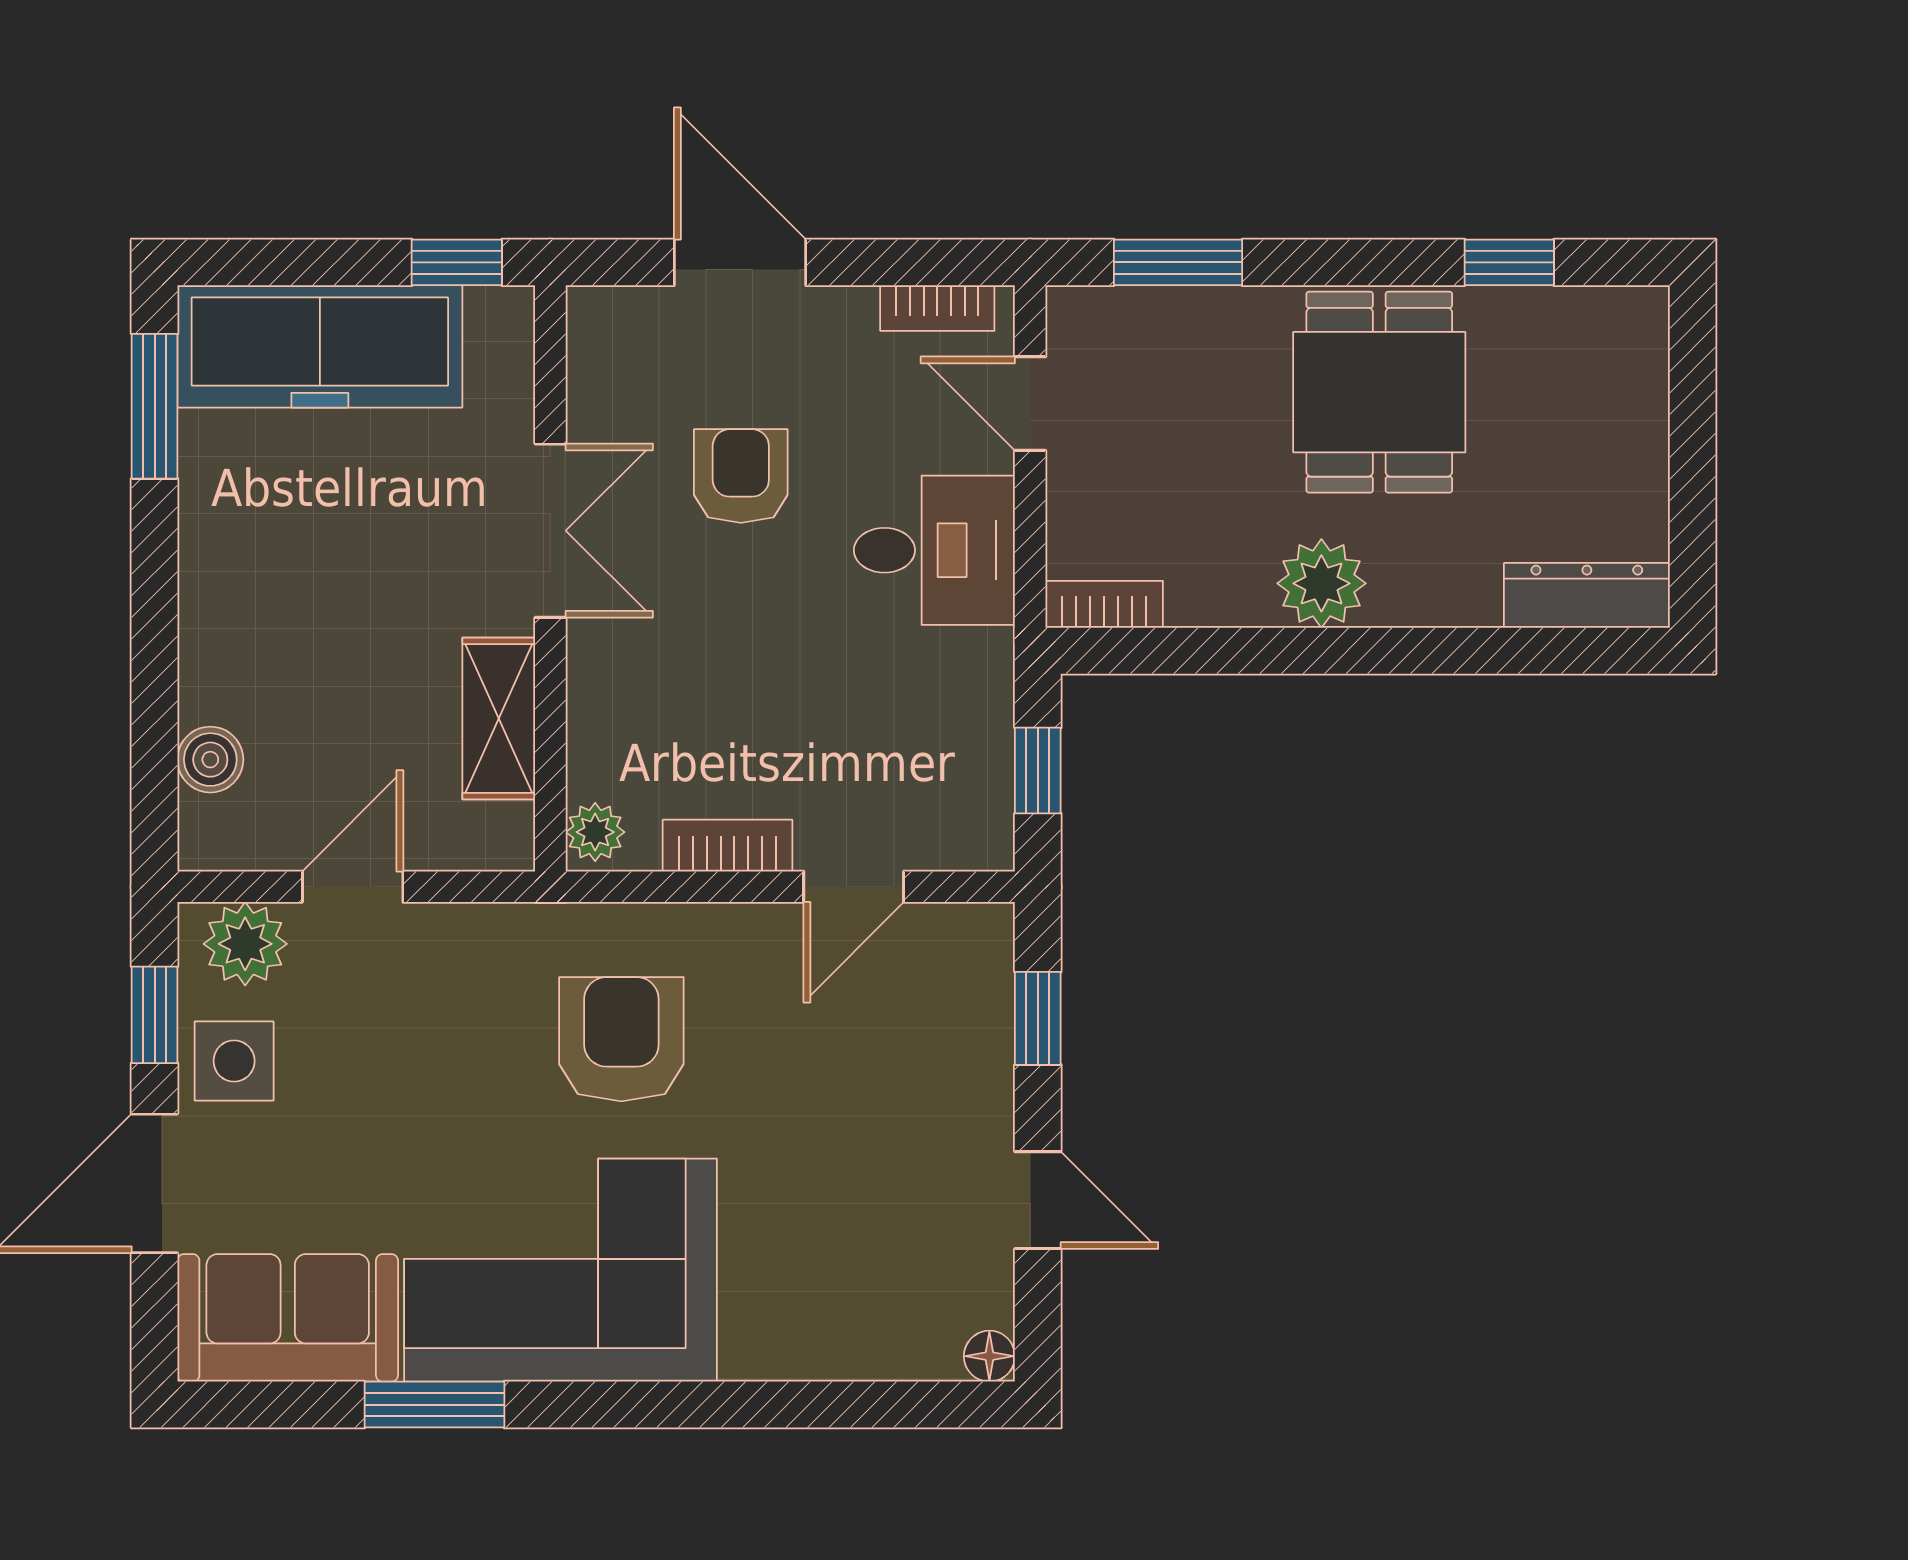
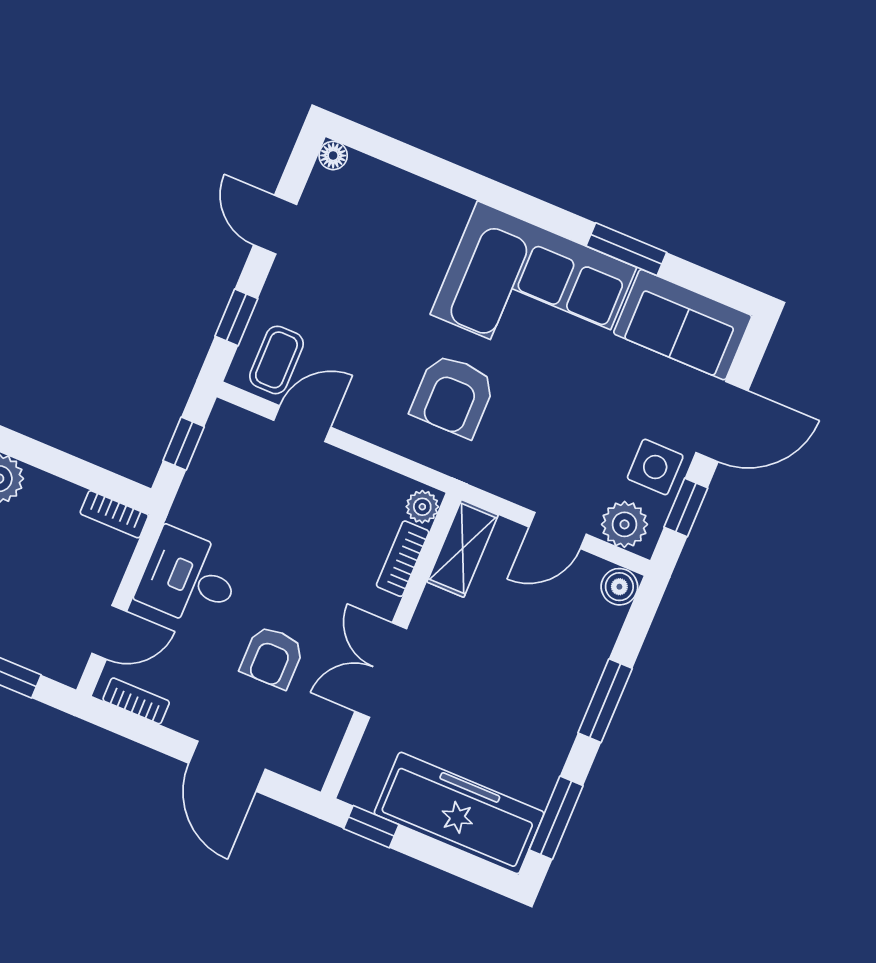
door: (1030, 404) -> (109, 632), hinge flipped
window: (155, 636) -> (605, 701), added
shelving: (499, 718) -> (463, 548), moved
boiler: (210, 760) -> (619, 587), moved
bookcase: (728, 846) -> (403, 559), moved, turned 90
coffee table: (941, 975) -> (276, 360), added

